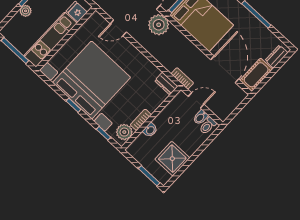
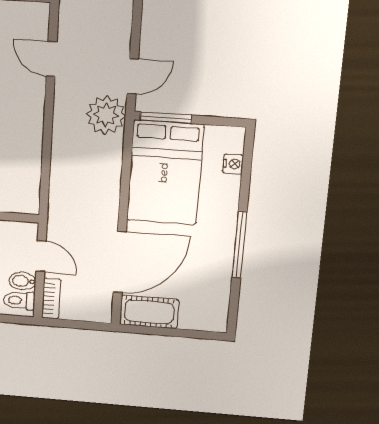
dresser: (276, 57) -> (200, 320), removed
bookcase: (182, 78) -> (51, 298), moved
dresser: (166, 84) -> (29, 195), removed

